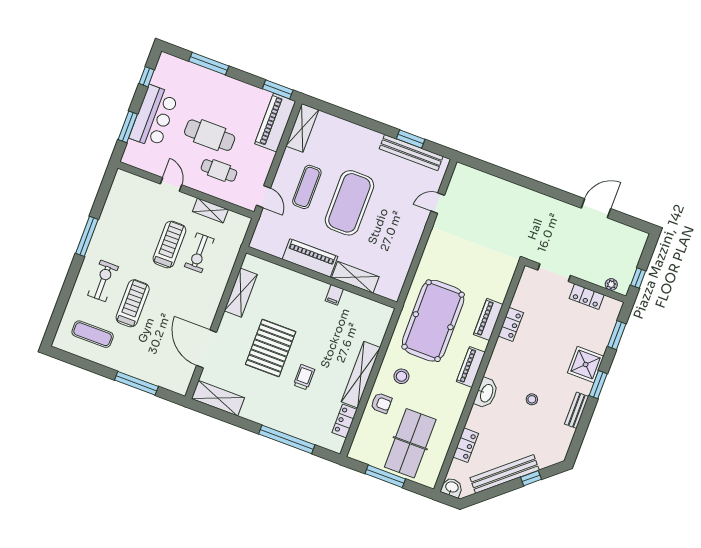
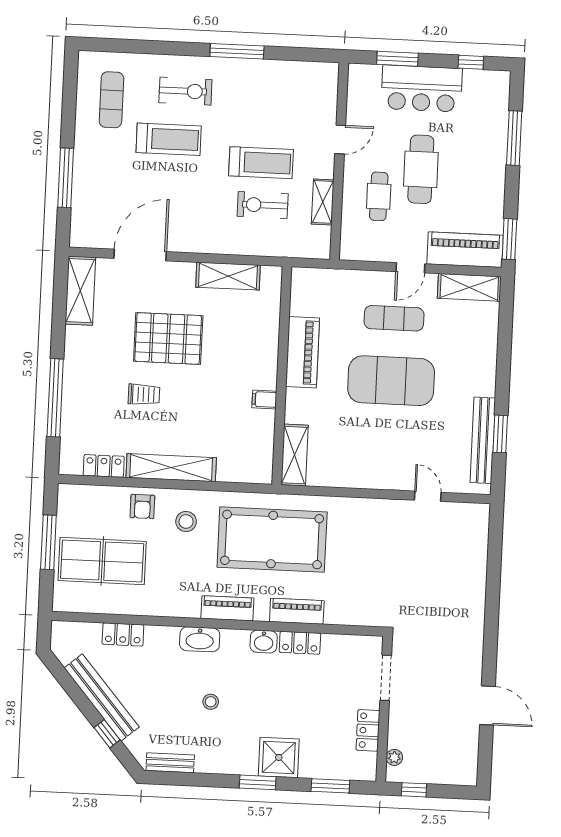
door: (263, 197) -> (410, 268), moved
shelving: (355, 277) -> (295, 455), moved
bench: (577, 410) -> (170, 763), moved
washbasin: (452, 487) -> (264, 641), moved, turned 90

